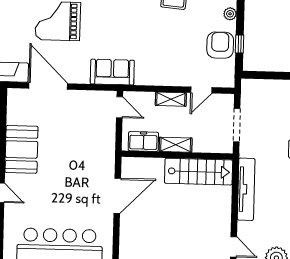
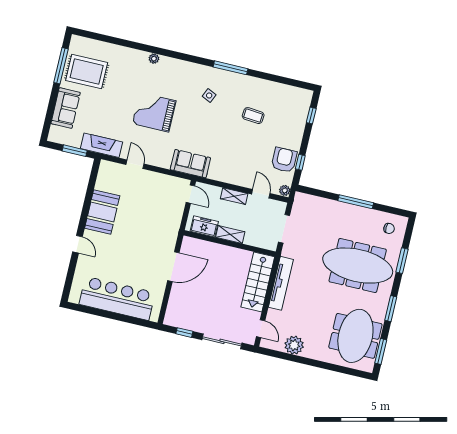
plant: (230, 14) -> (285, 190), moved
door: (48, 86) -> (135, 164), width x0.53
door: (201, 90) -> (261, 194), swing flipped
stairs: (199, 172) -> (258, 282), moved, turned 90

